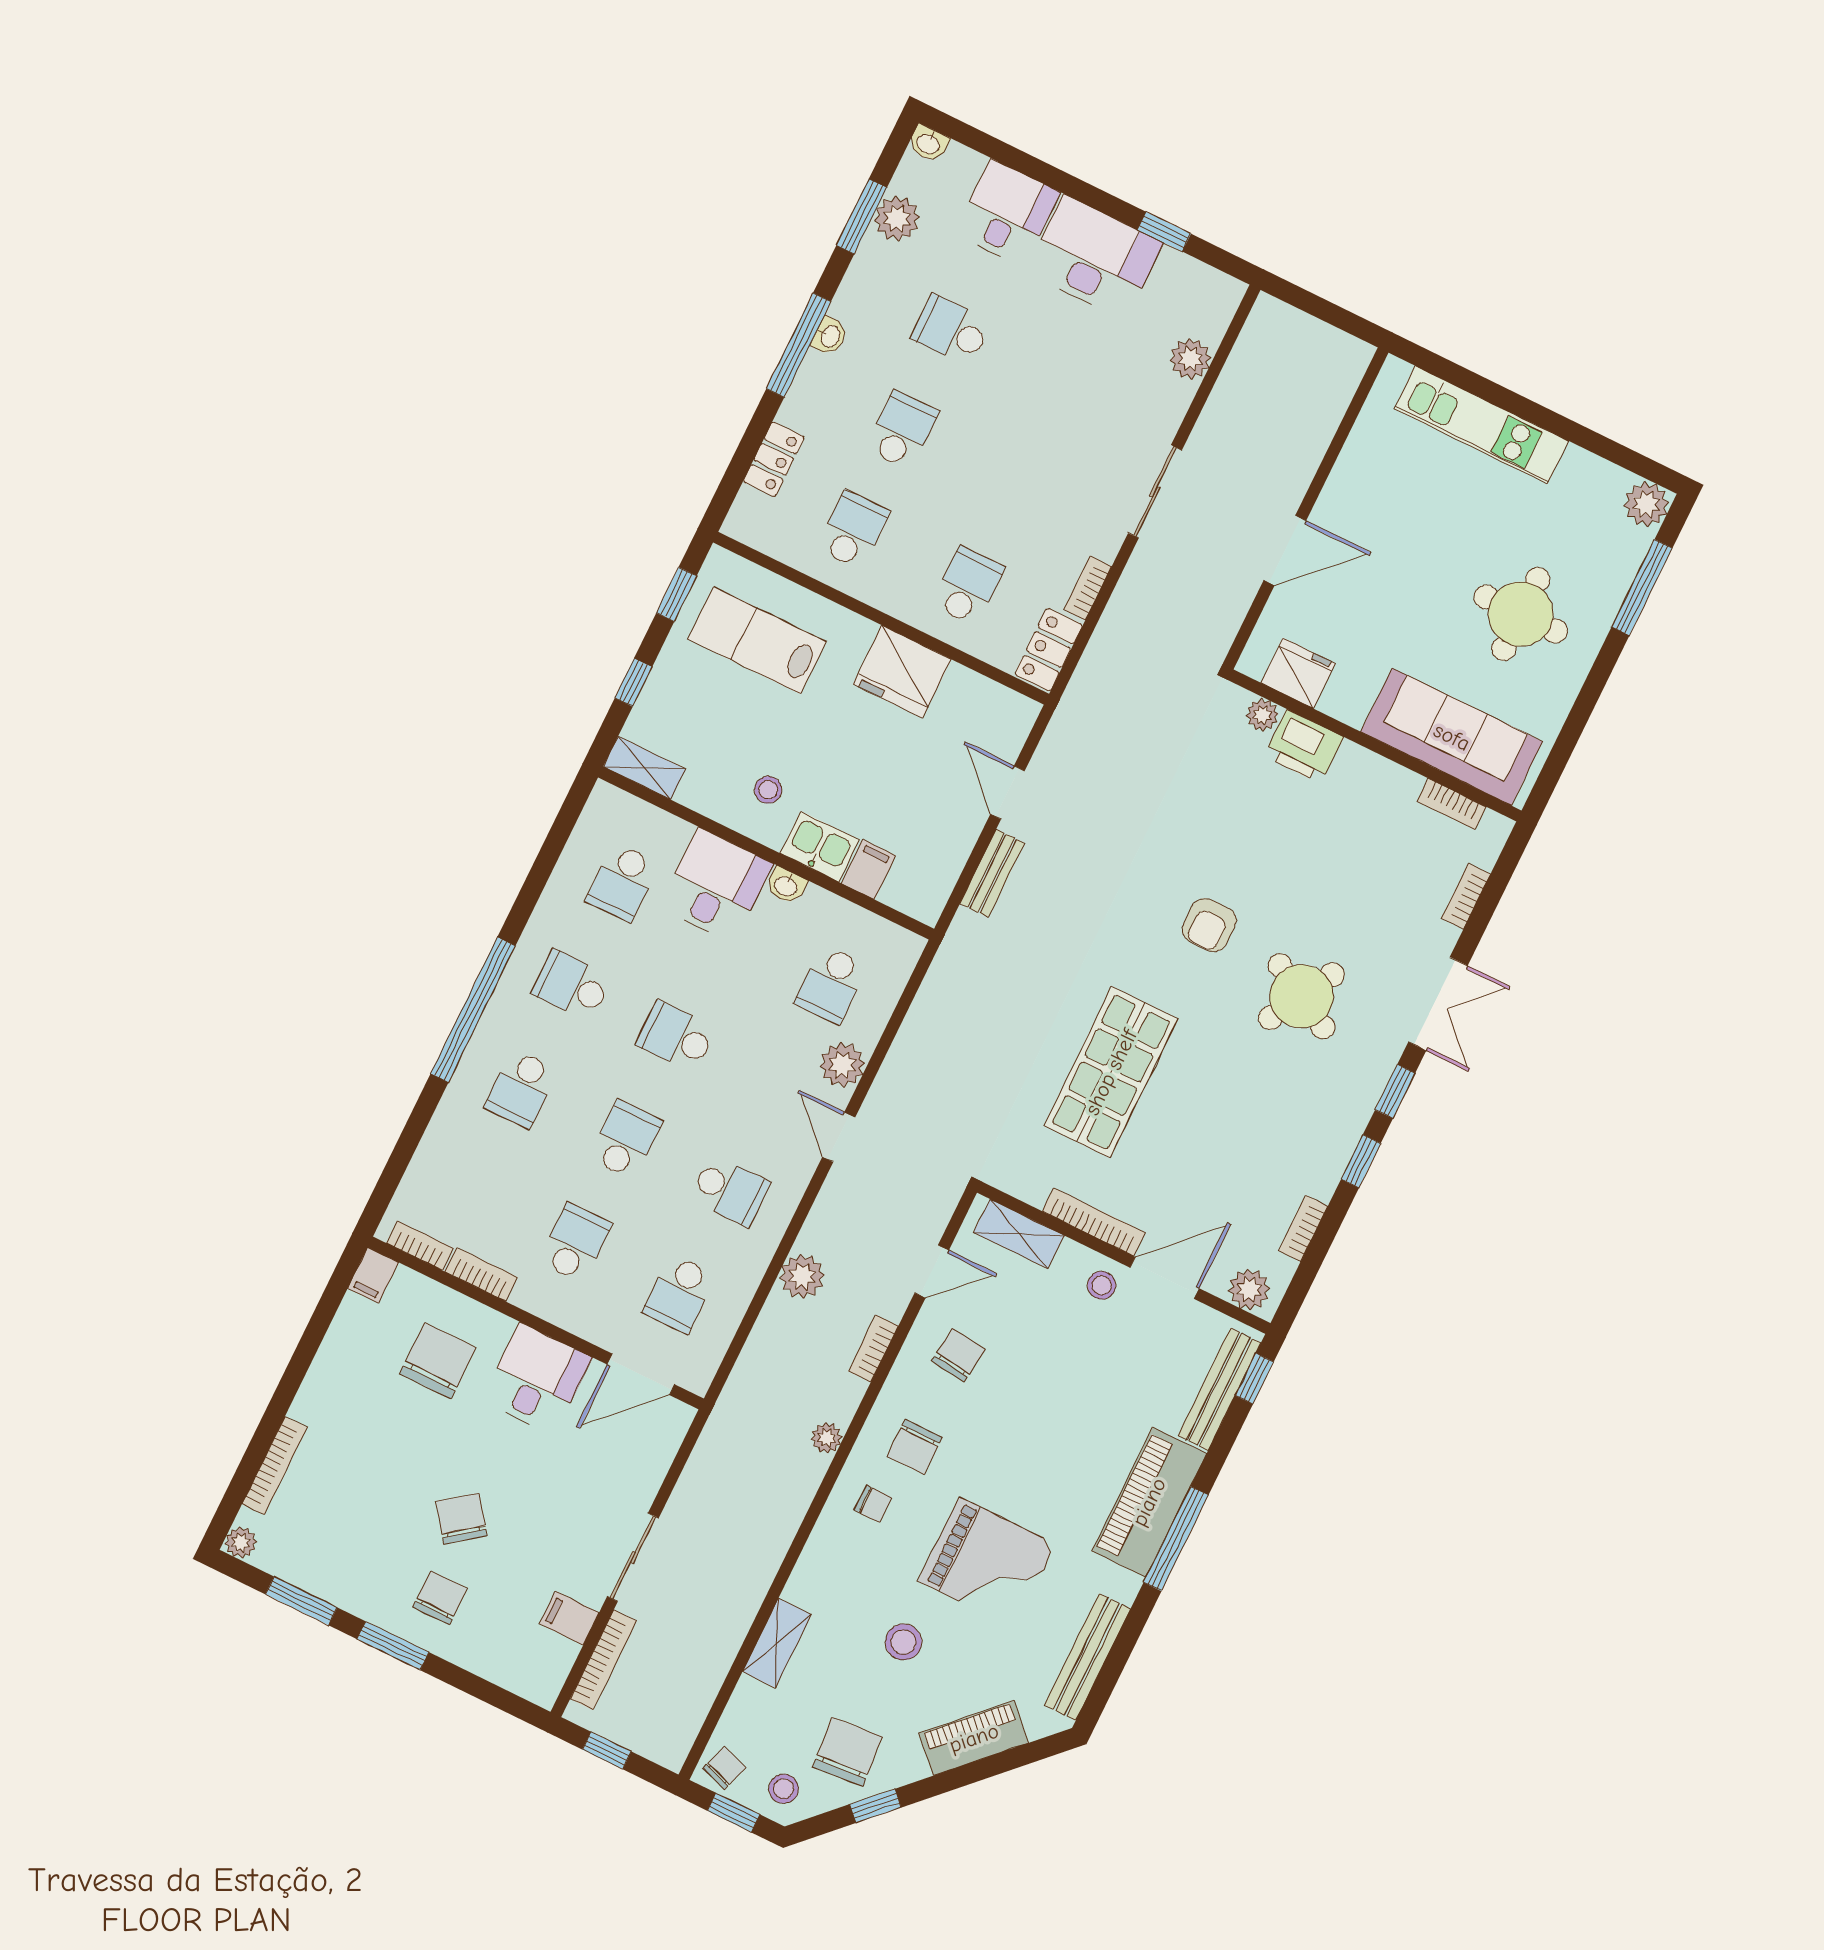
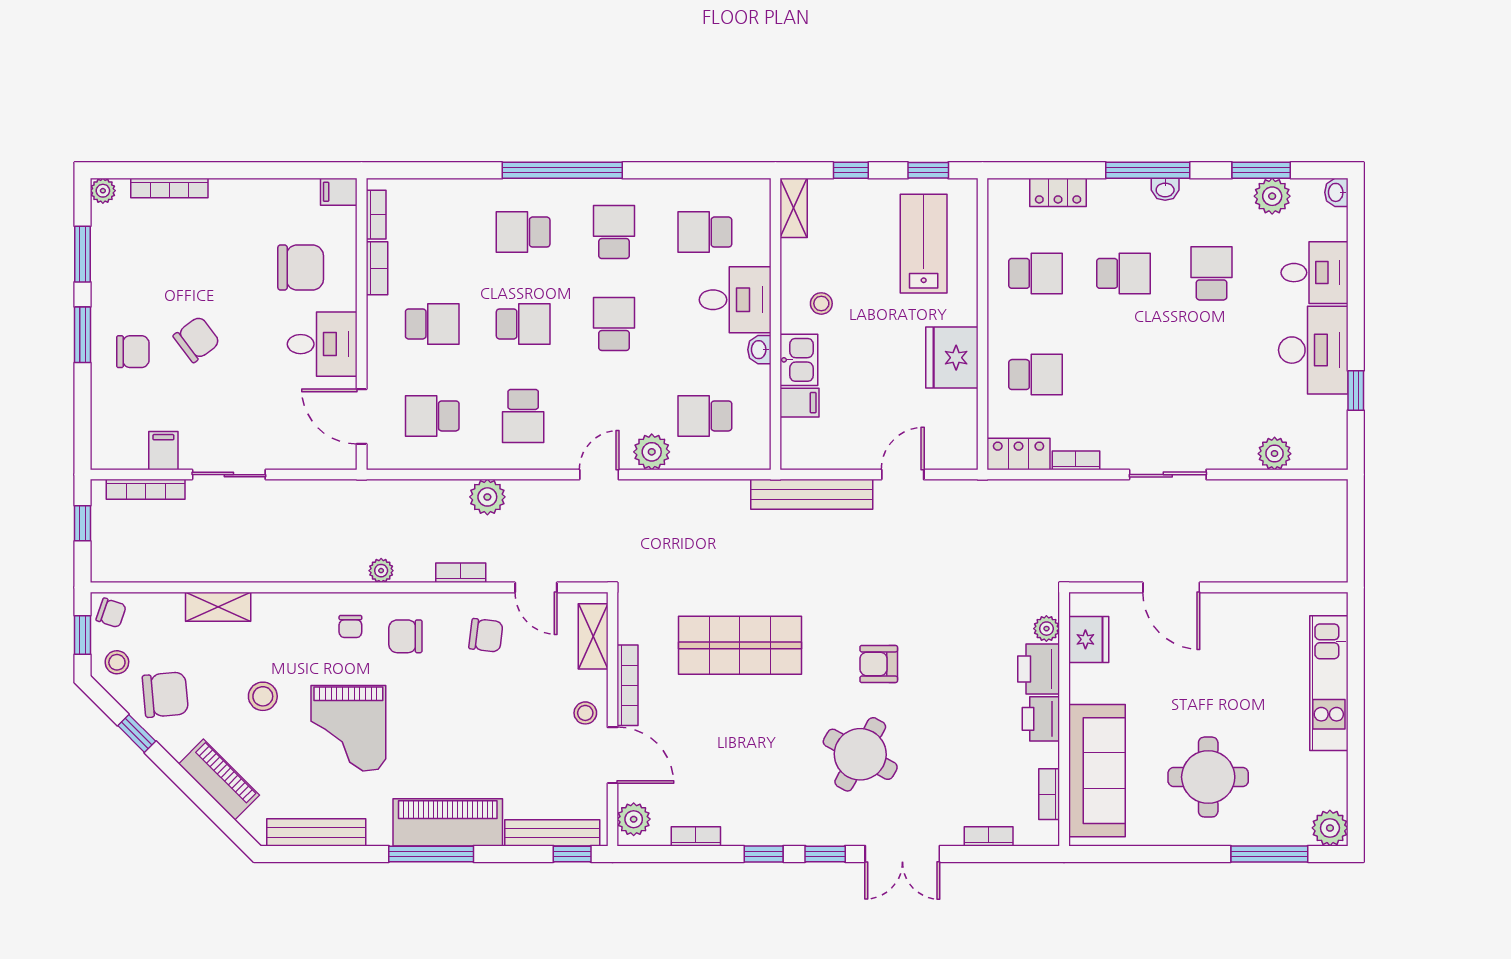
printer: (1362, 772) -> (1041, 719), added
bench: (992, 873) -> (812, 494), width x1.86, depth x1.21

